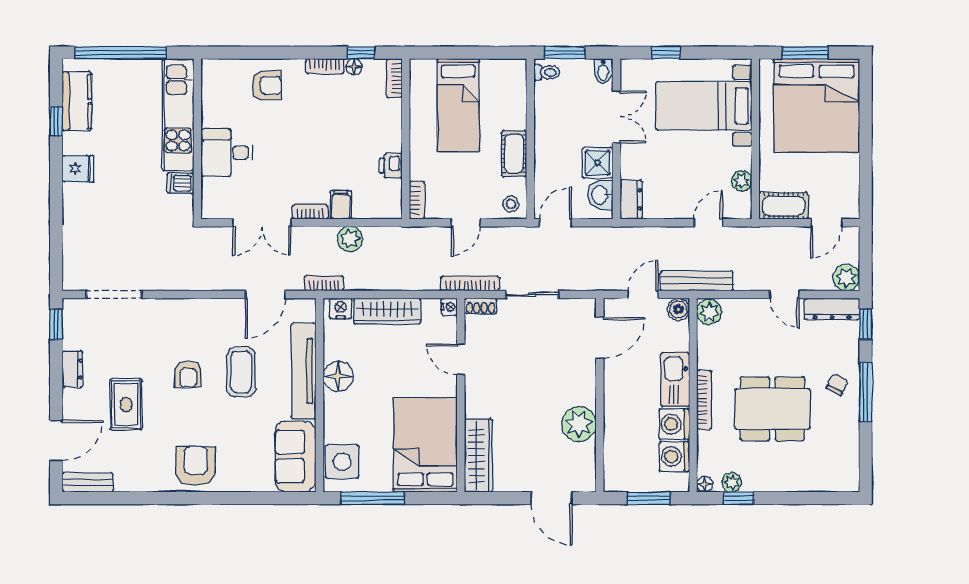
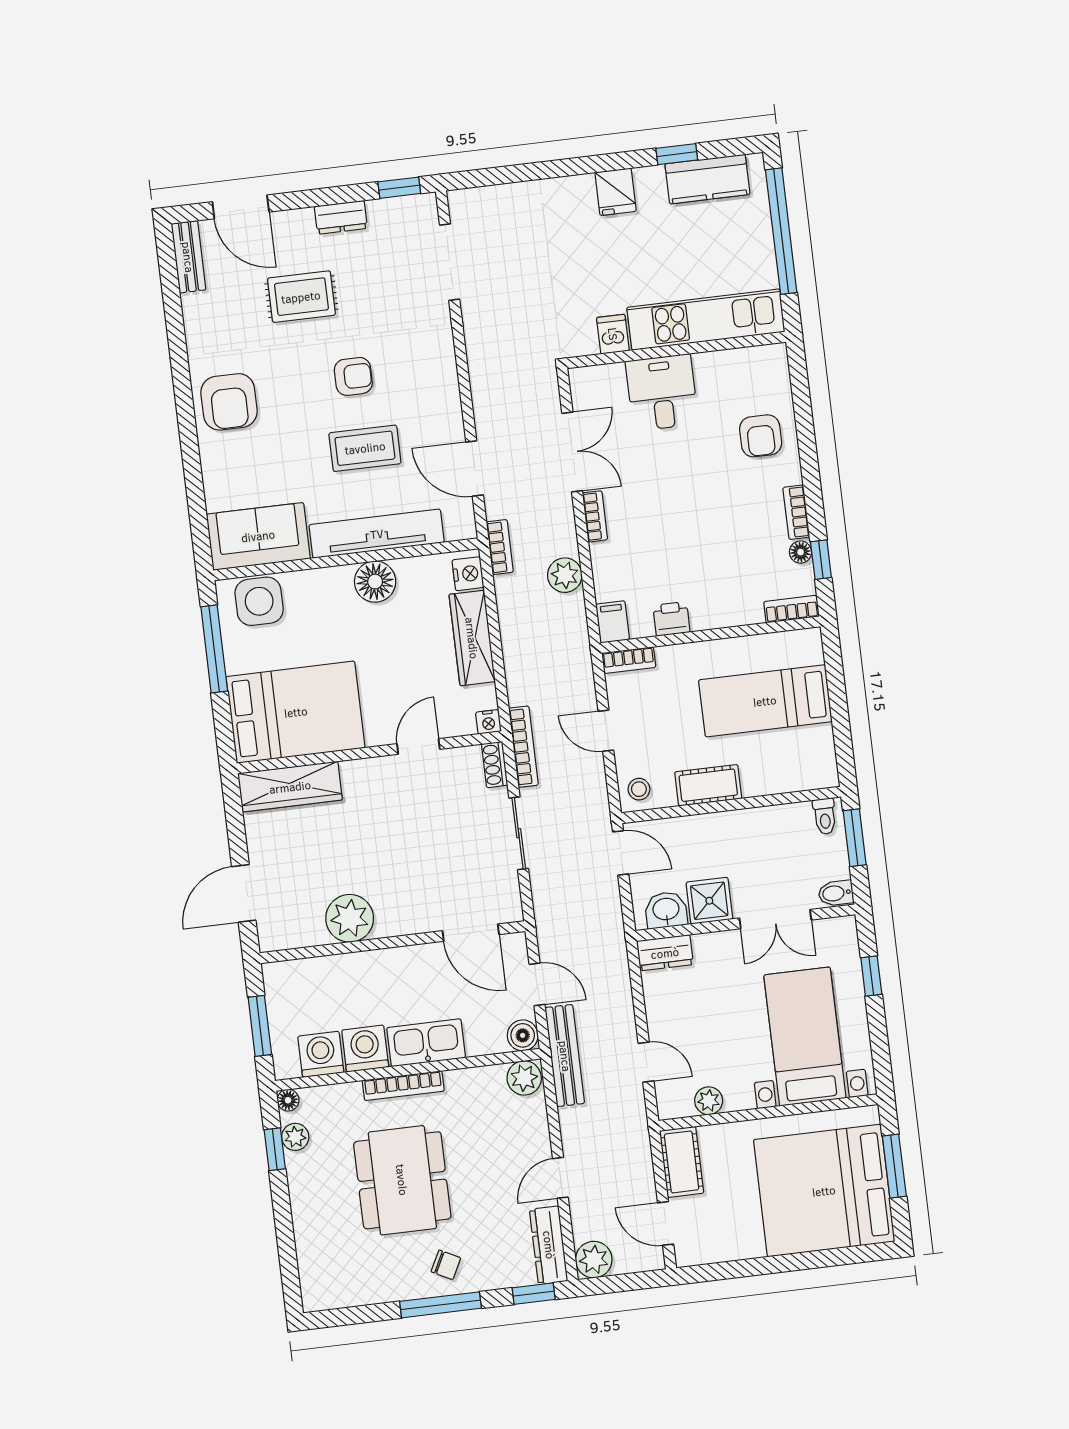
filing cabinet: (341, 205) -> (613, 622), moved, turned -90
double door: (262, 223) -> (572, 452), swing flipped
armchair: (188, 374) -> (353, 376), turned 180
armchair: (196, 466) -> (229, 402), turned 90

